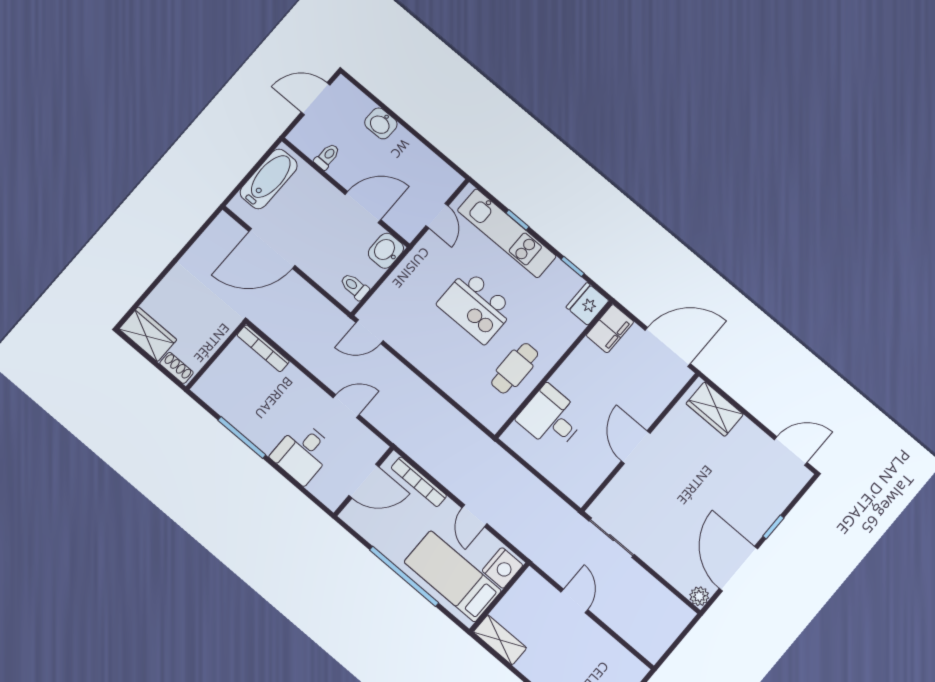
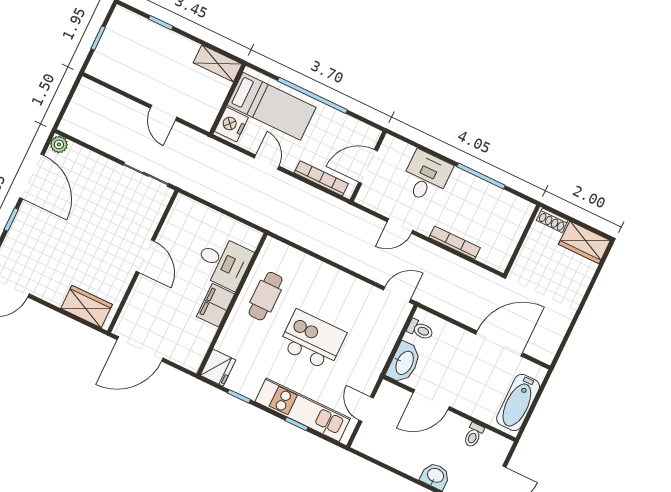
washbasin: (386, 251) -> (404, 363), width x1.38
filing cabinet: (610, 329) -> (215, 305), moved
bookcase: (263, 348) -> (455, 243), moved

